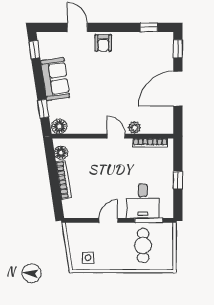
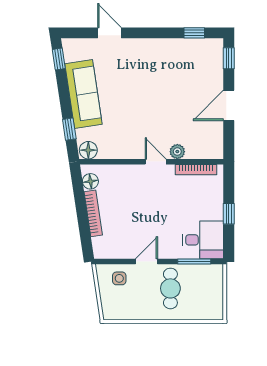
armchair: (103, 43) -> (140, 51), removed
sofa: (55, 79) -> (83, 94), width x1.36
door: (178, 89) -> (229, 105), width x0.73
desk: (143, 201) -> (203, 240), moved, turned -90
cafe table: (143, 245) -> (170, 288), moved
side table: (88, 258) -> (119, 278), moved

